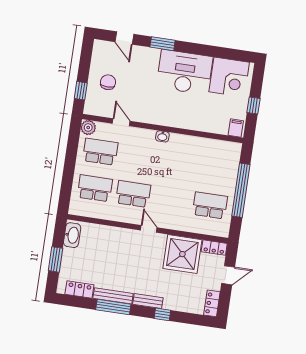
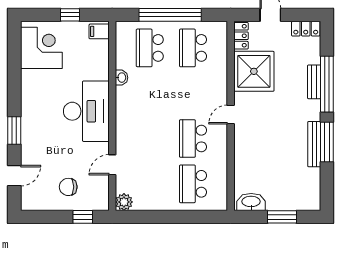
desk: (185, 72) -> (86, 111), moved, turned 180
washbasin: (162, 136) -> (121, 78), moved
school desk: (100, 152) -> (150, 48), moved
locker: (79, 289) -> (313, 184), removed
bench: (148, 301) -> (314, 82), moved
window: (162, 314) -> (327, 84), width x3.17

